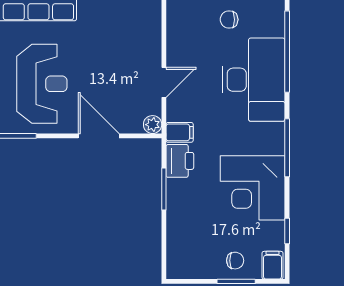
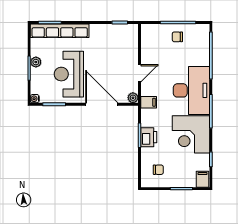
desk: (254, 80) -> (192, 90), moved
reception desk: (42, 84) -> (69, 74), turned 180
door: (99, 136) -> (102, 104), width x1.36
printer: (180, 161) -> (149, 137), moved
chair: (235, 261) -> (158, 170), moved

